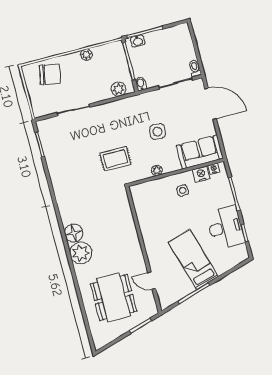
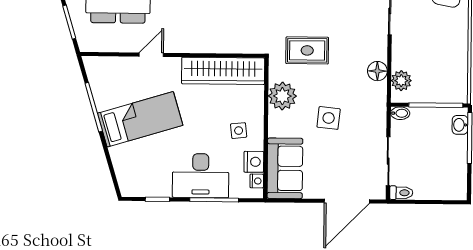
plant: (86, 55) -> (460, 49), removed
floor lamp: (116, 107) -> (377, 71), added
rug: (115, 159) -> (307, 50), turned 90
plant: (157, 170) -> (282, 96), width x1.88, depth x1.88
wardrobe: (145, 212) -> (223, 71), added
desk: (226, 228) -> (201, 176), moved
door: (152, 281) -> (151, 55), moved

